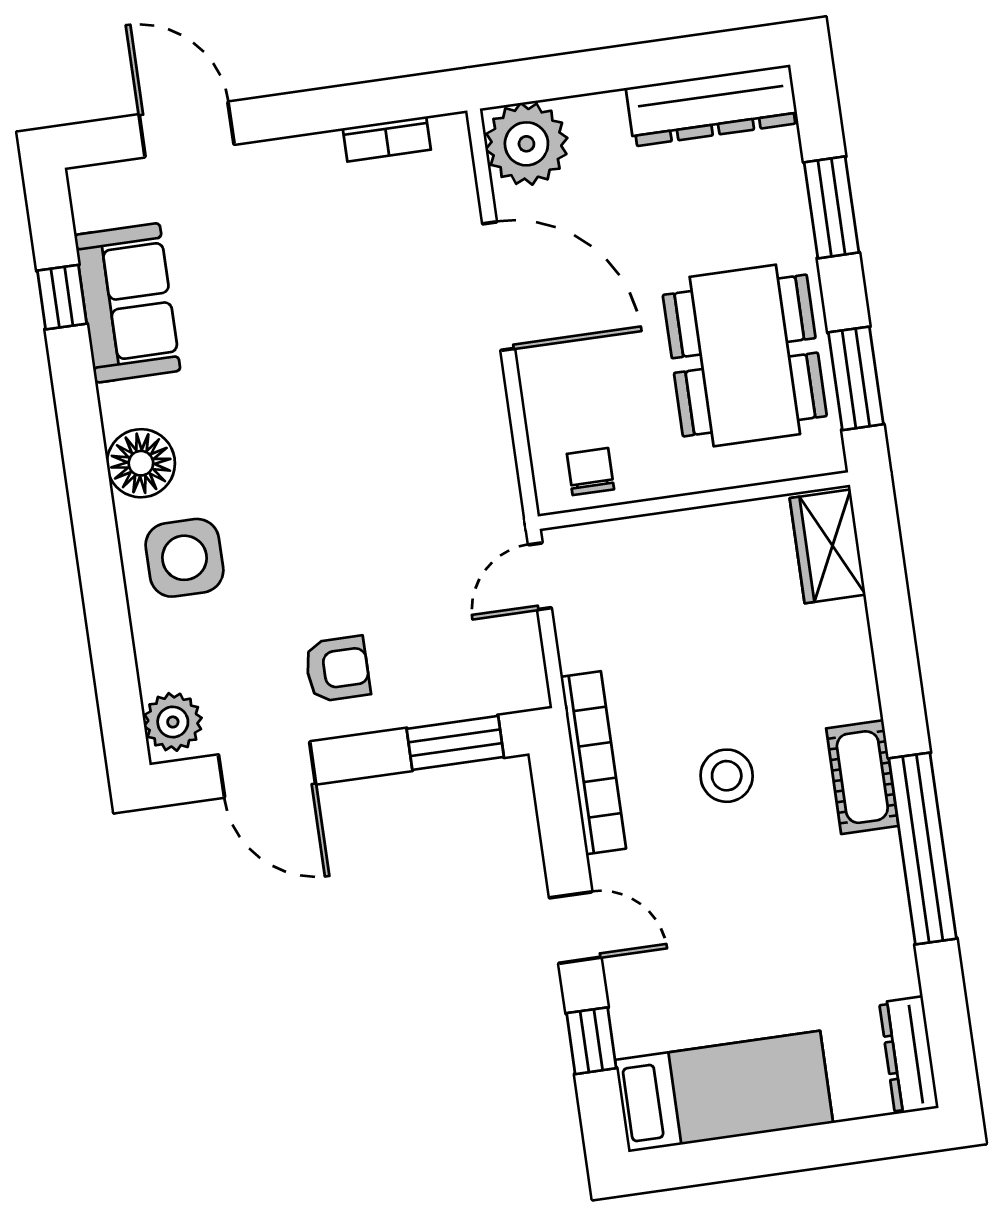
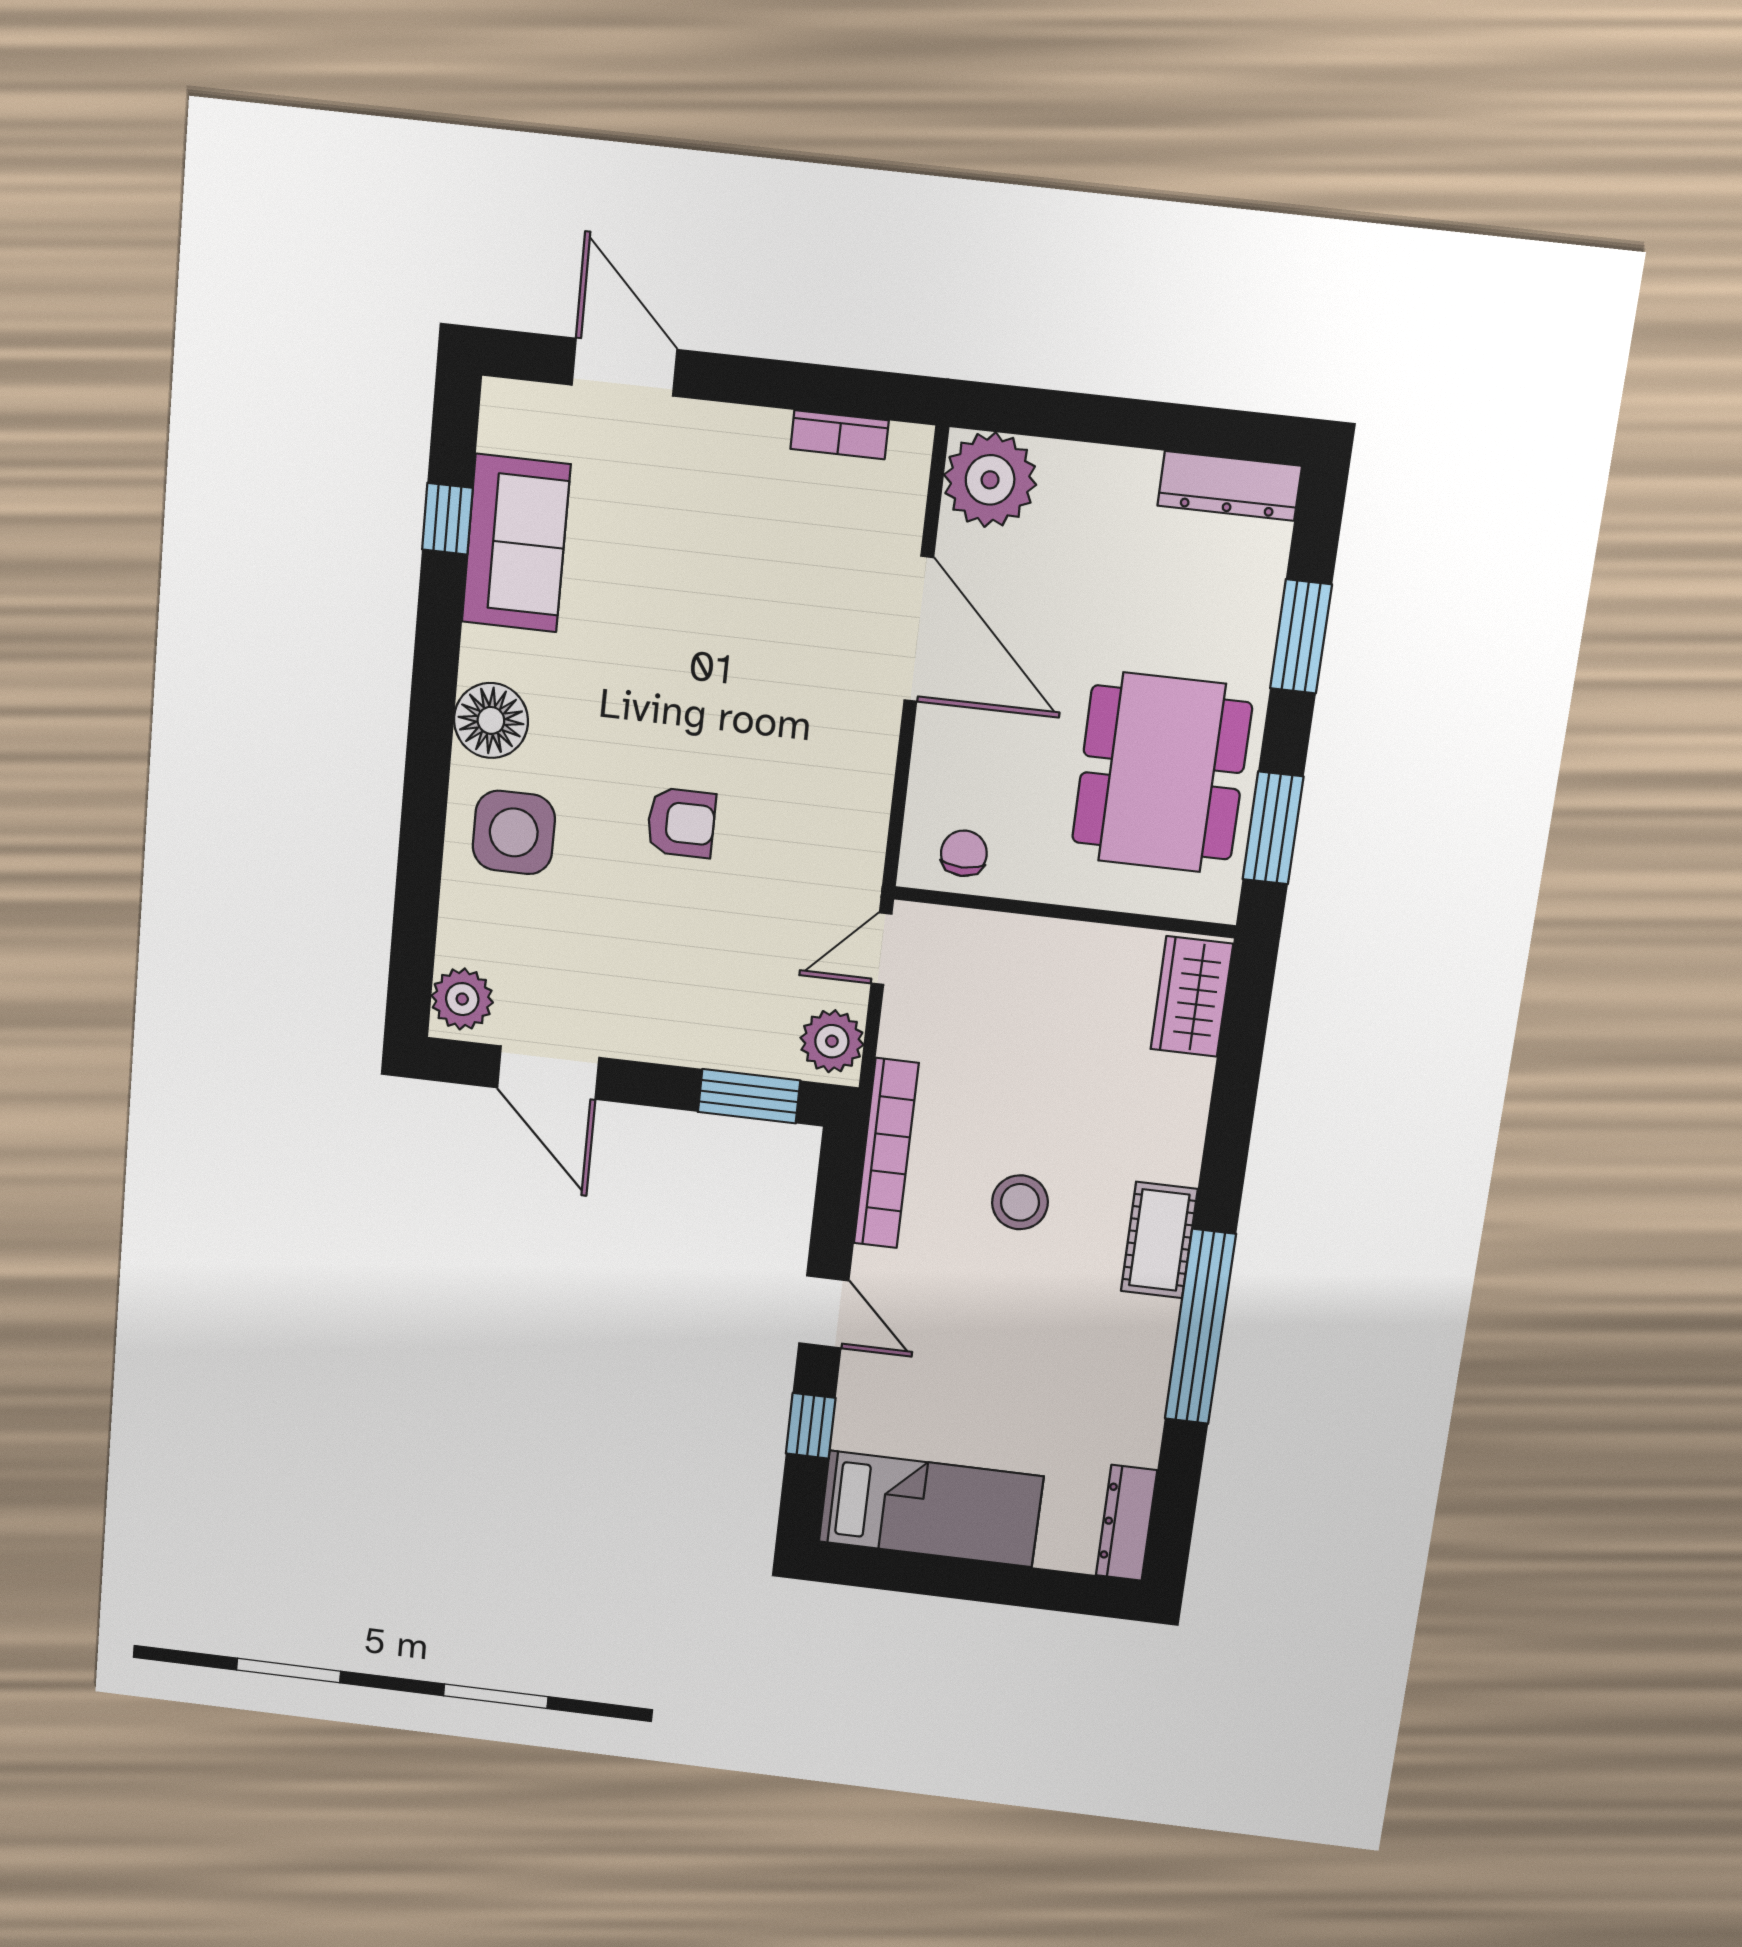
dresser: (712, 106) -> (1230, 486), width x0.73, depth x0.80
armchair: (337, 669) -> (681, 823), moved
plant: (517, 672) -> (832, 1041), added

